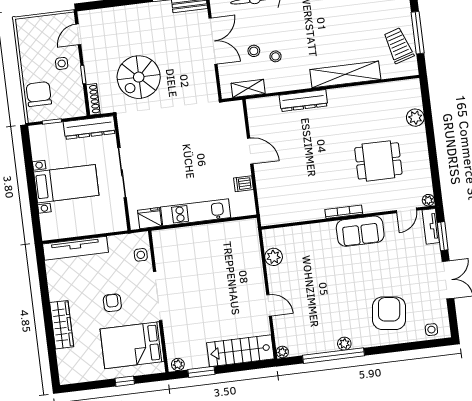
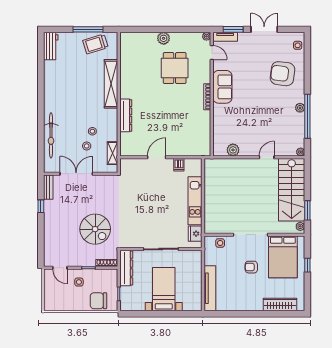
plant: (415, 118) -> (164, 38), moved
wardrobe: (62, 325) -> (280, 305), moved
stairs: (240, 351) -> (292, 190), width x1.36, depth x1.51

